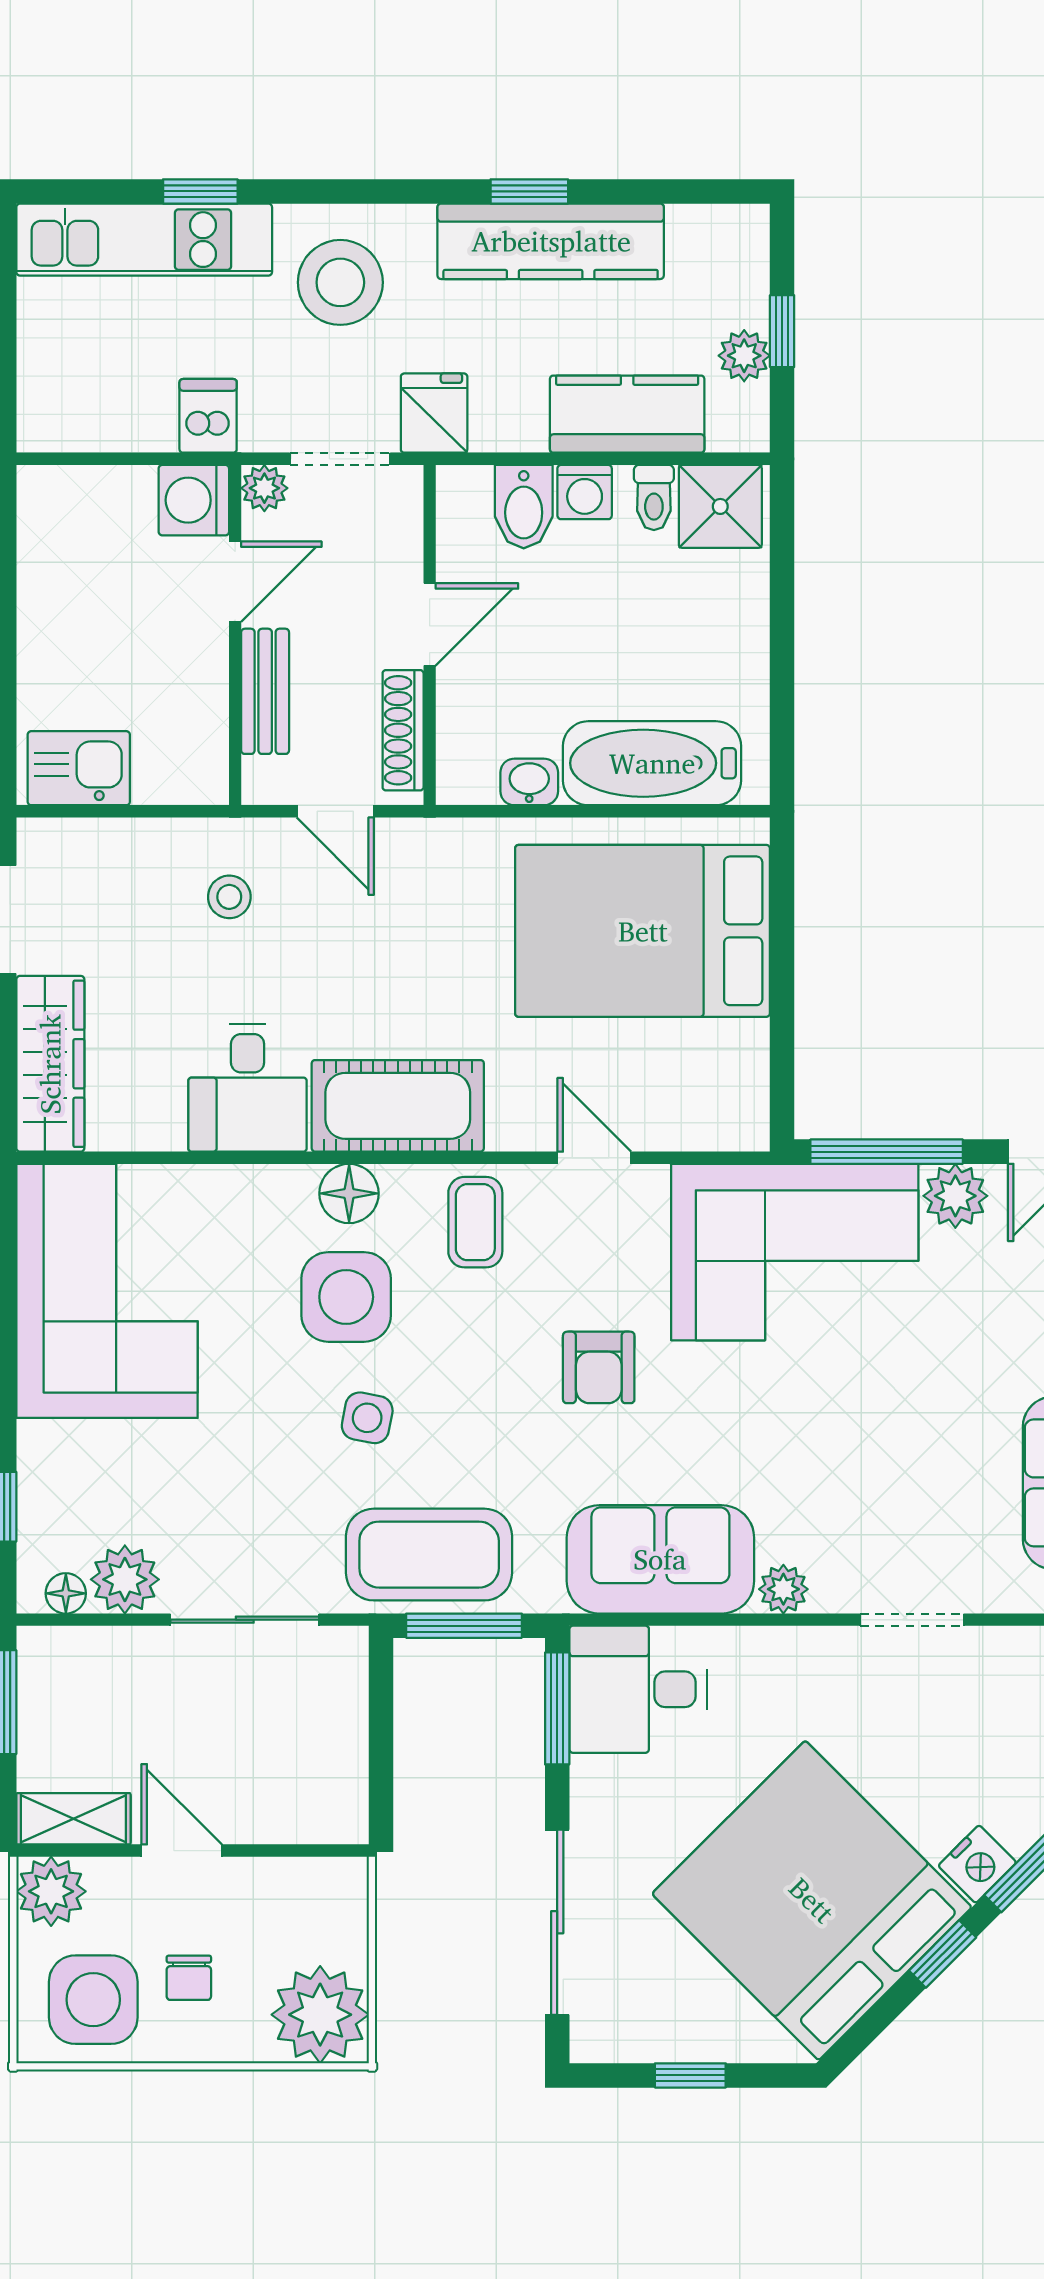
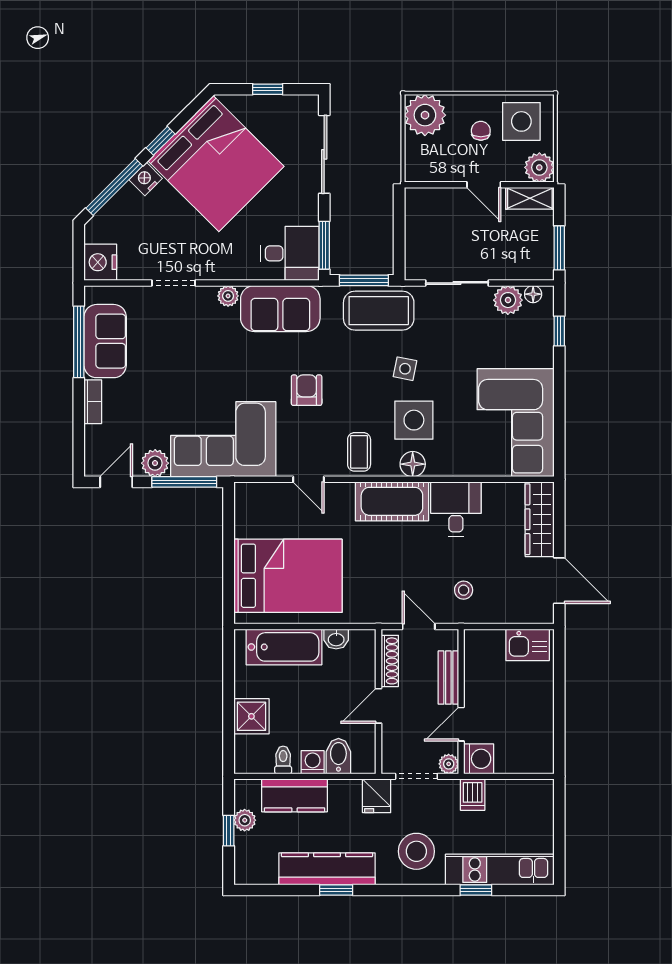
shower: (720, 506) -> (251, 716), moved

